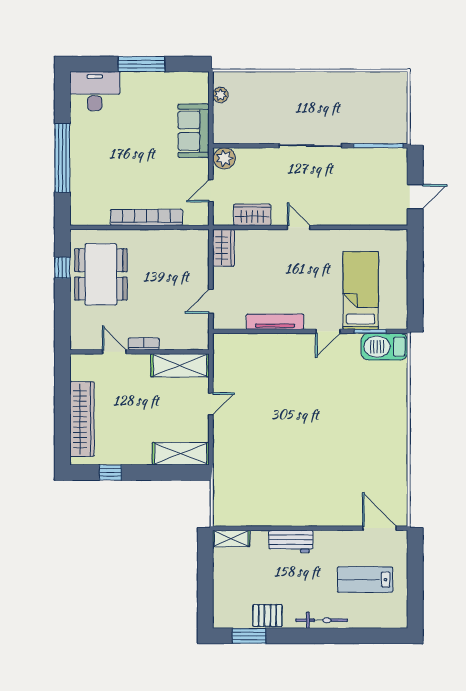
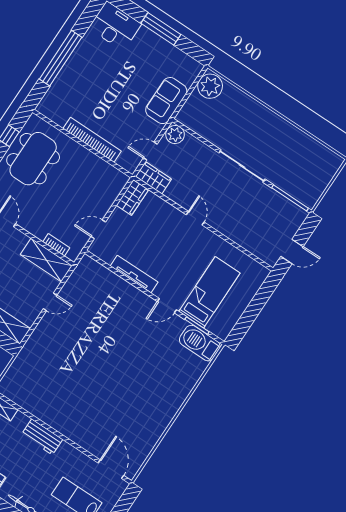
plant: (220, 95) -> (210, 86), width x1.88, depth x1.88
wardrobe: (252, 215) -> (153, 178), moved
bookcase: (144, 344) -> (56, 245), moved

